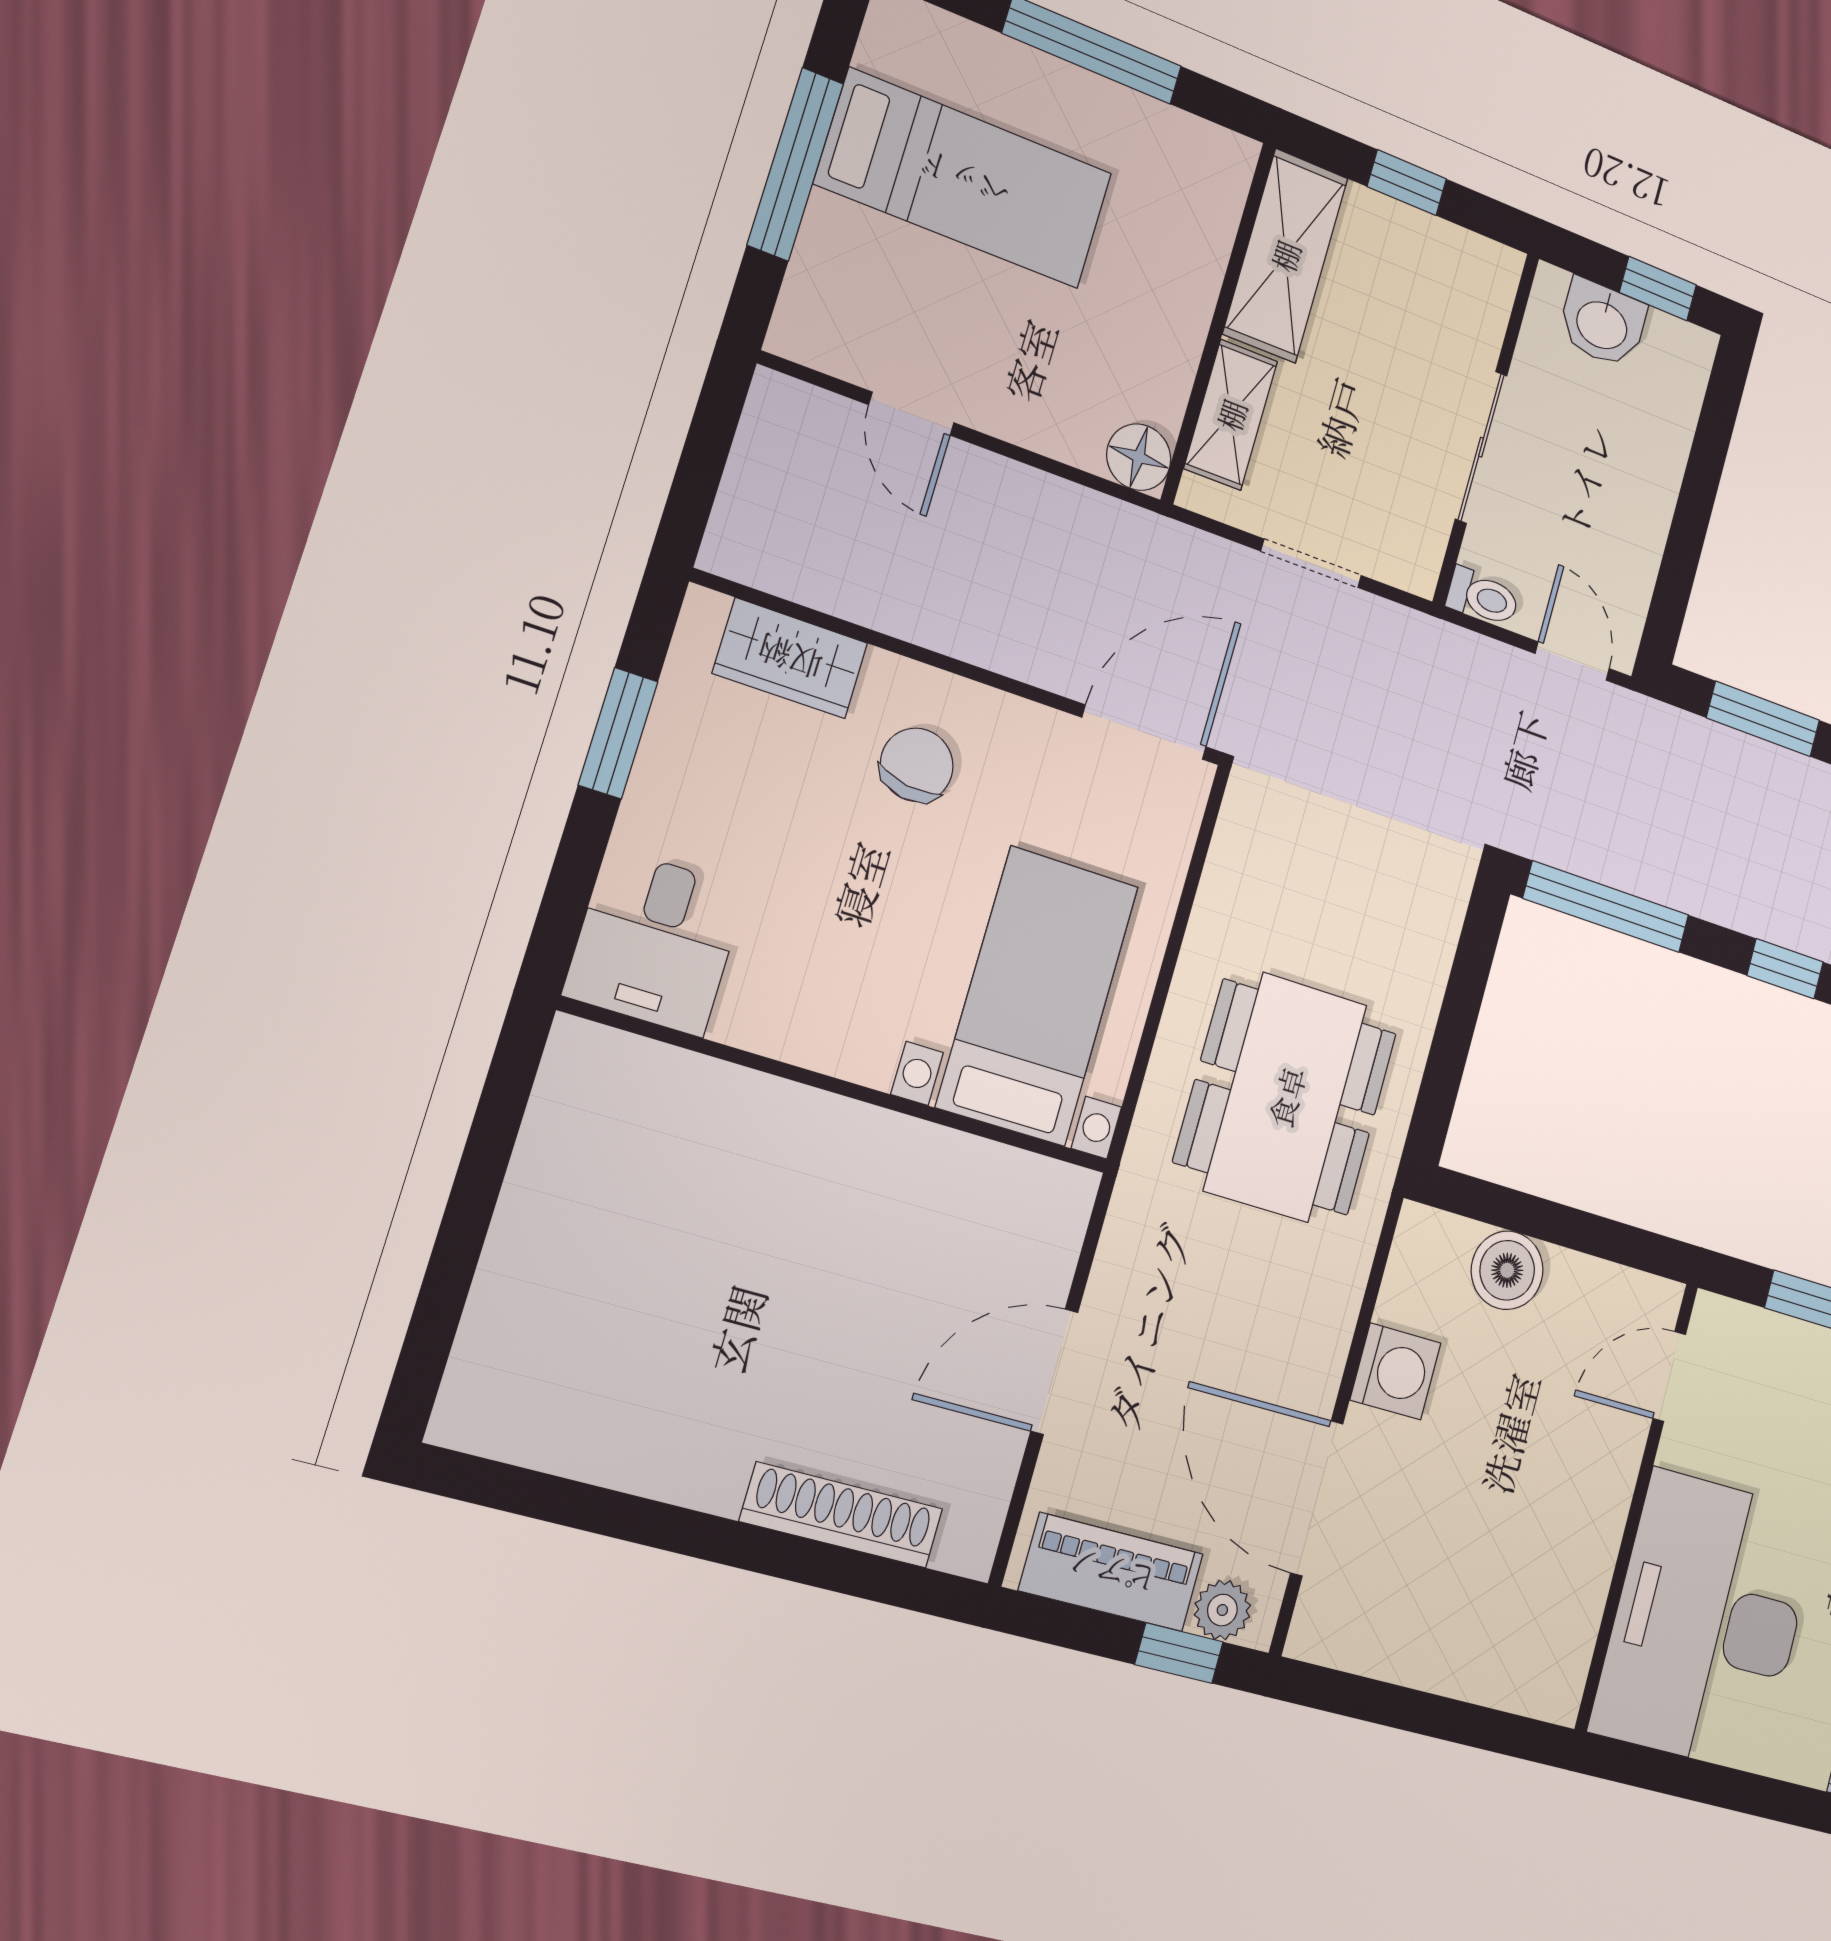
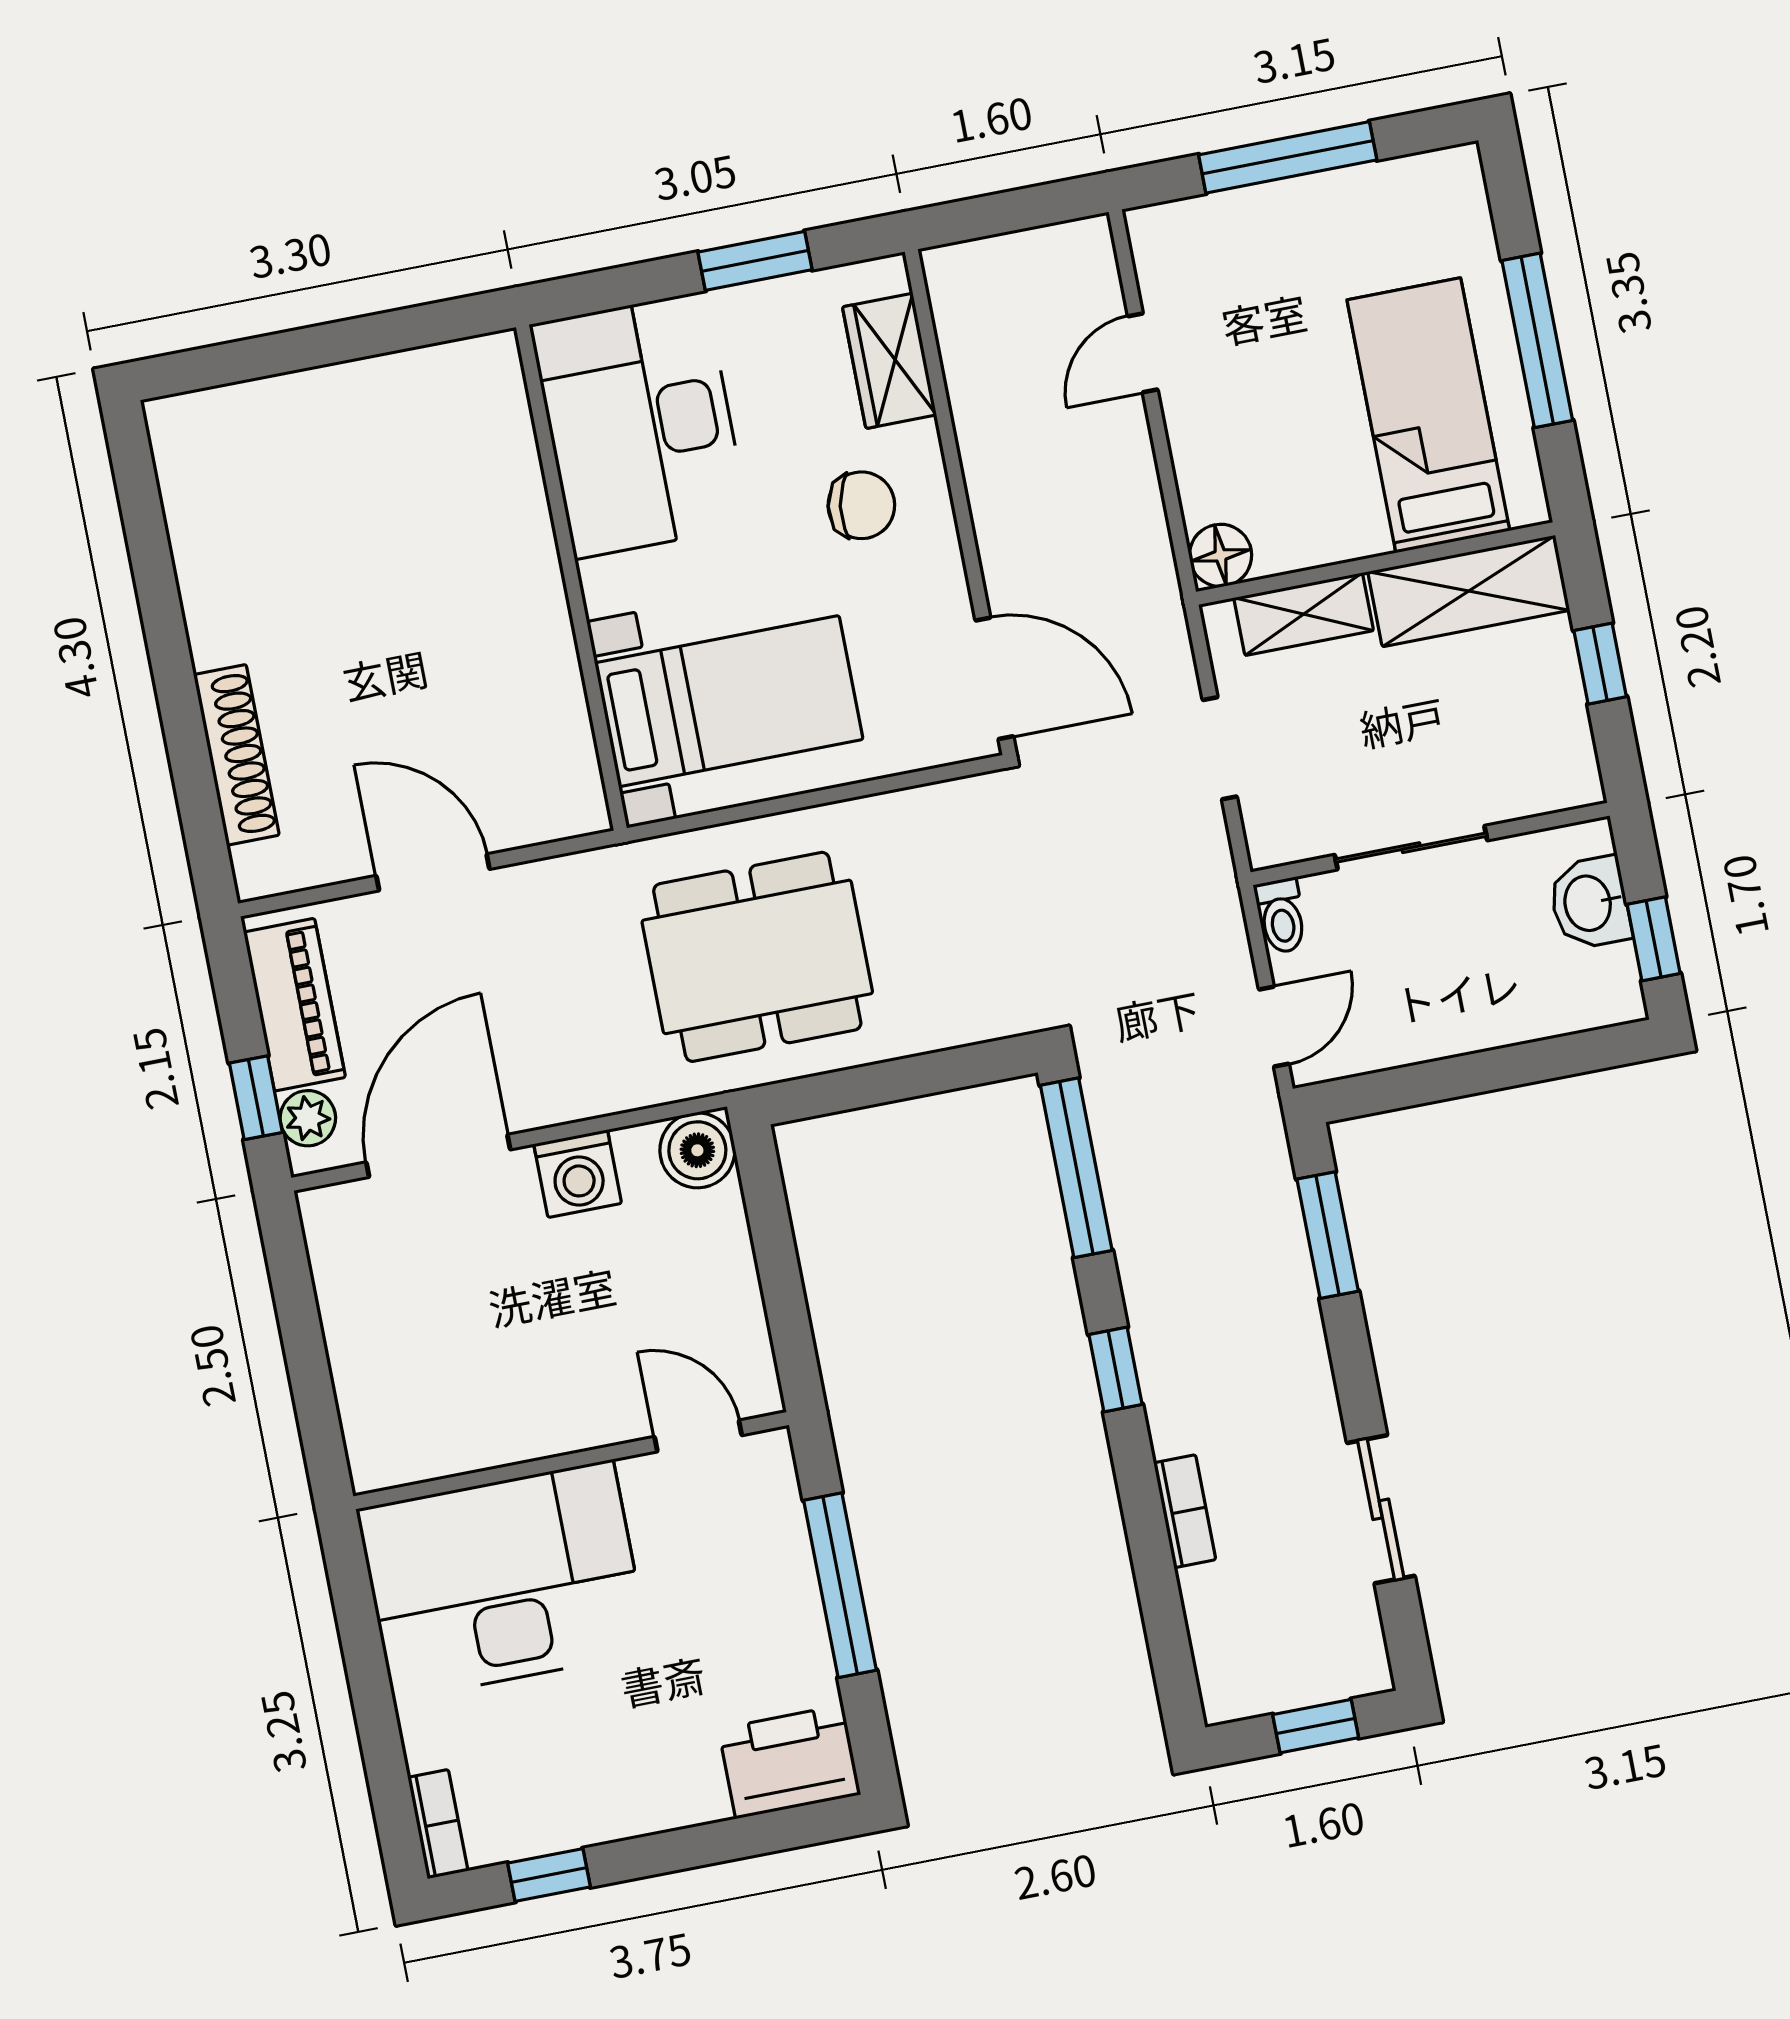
bed: (964, 179) -> (1428, 415), moved, turned 180
desk: (655, 942) -> (640, 425), width x1.87, depth x1.30
boiler: (1507, 1270) -> (697, 1150), moved

